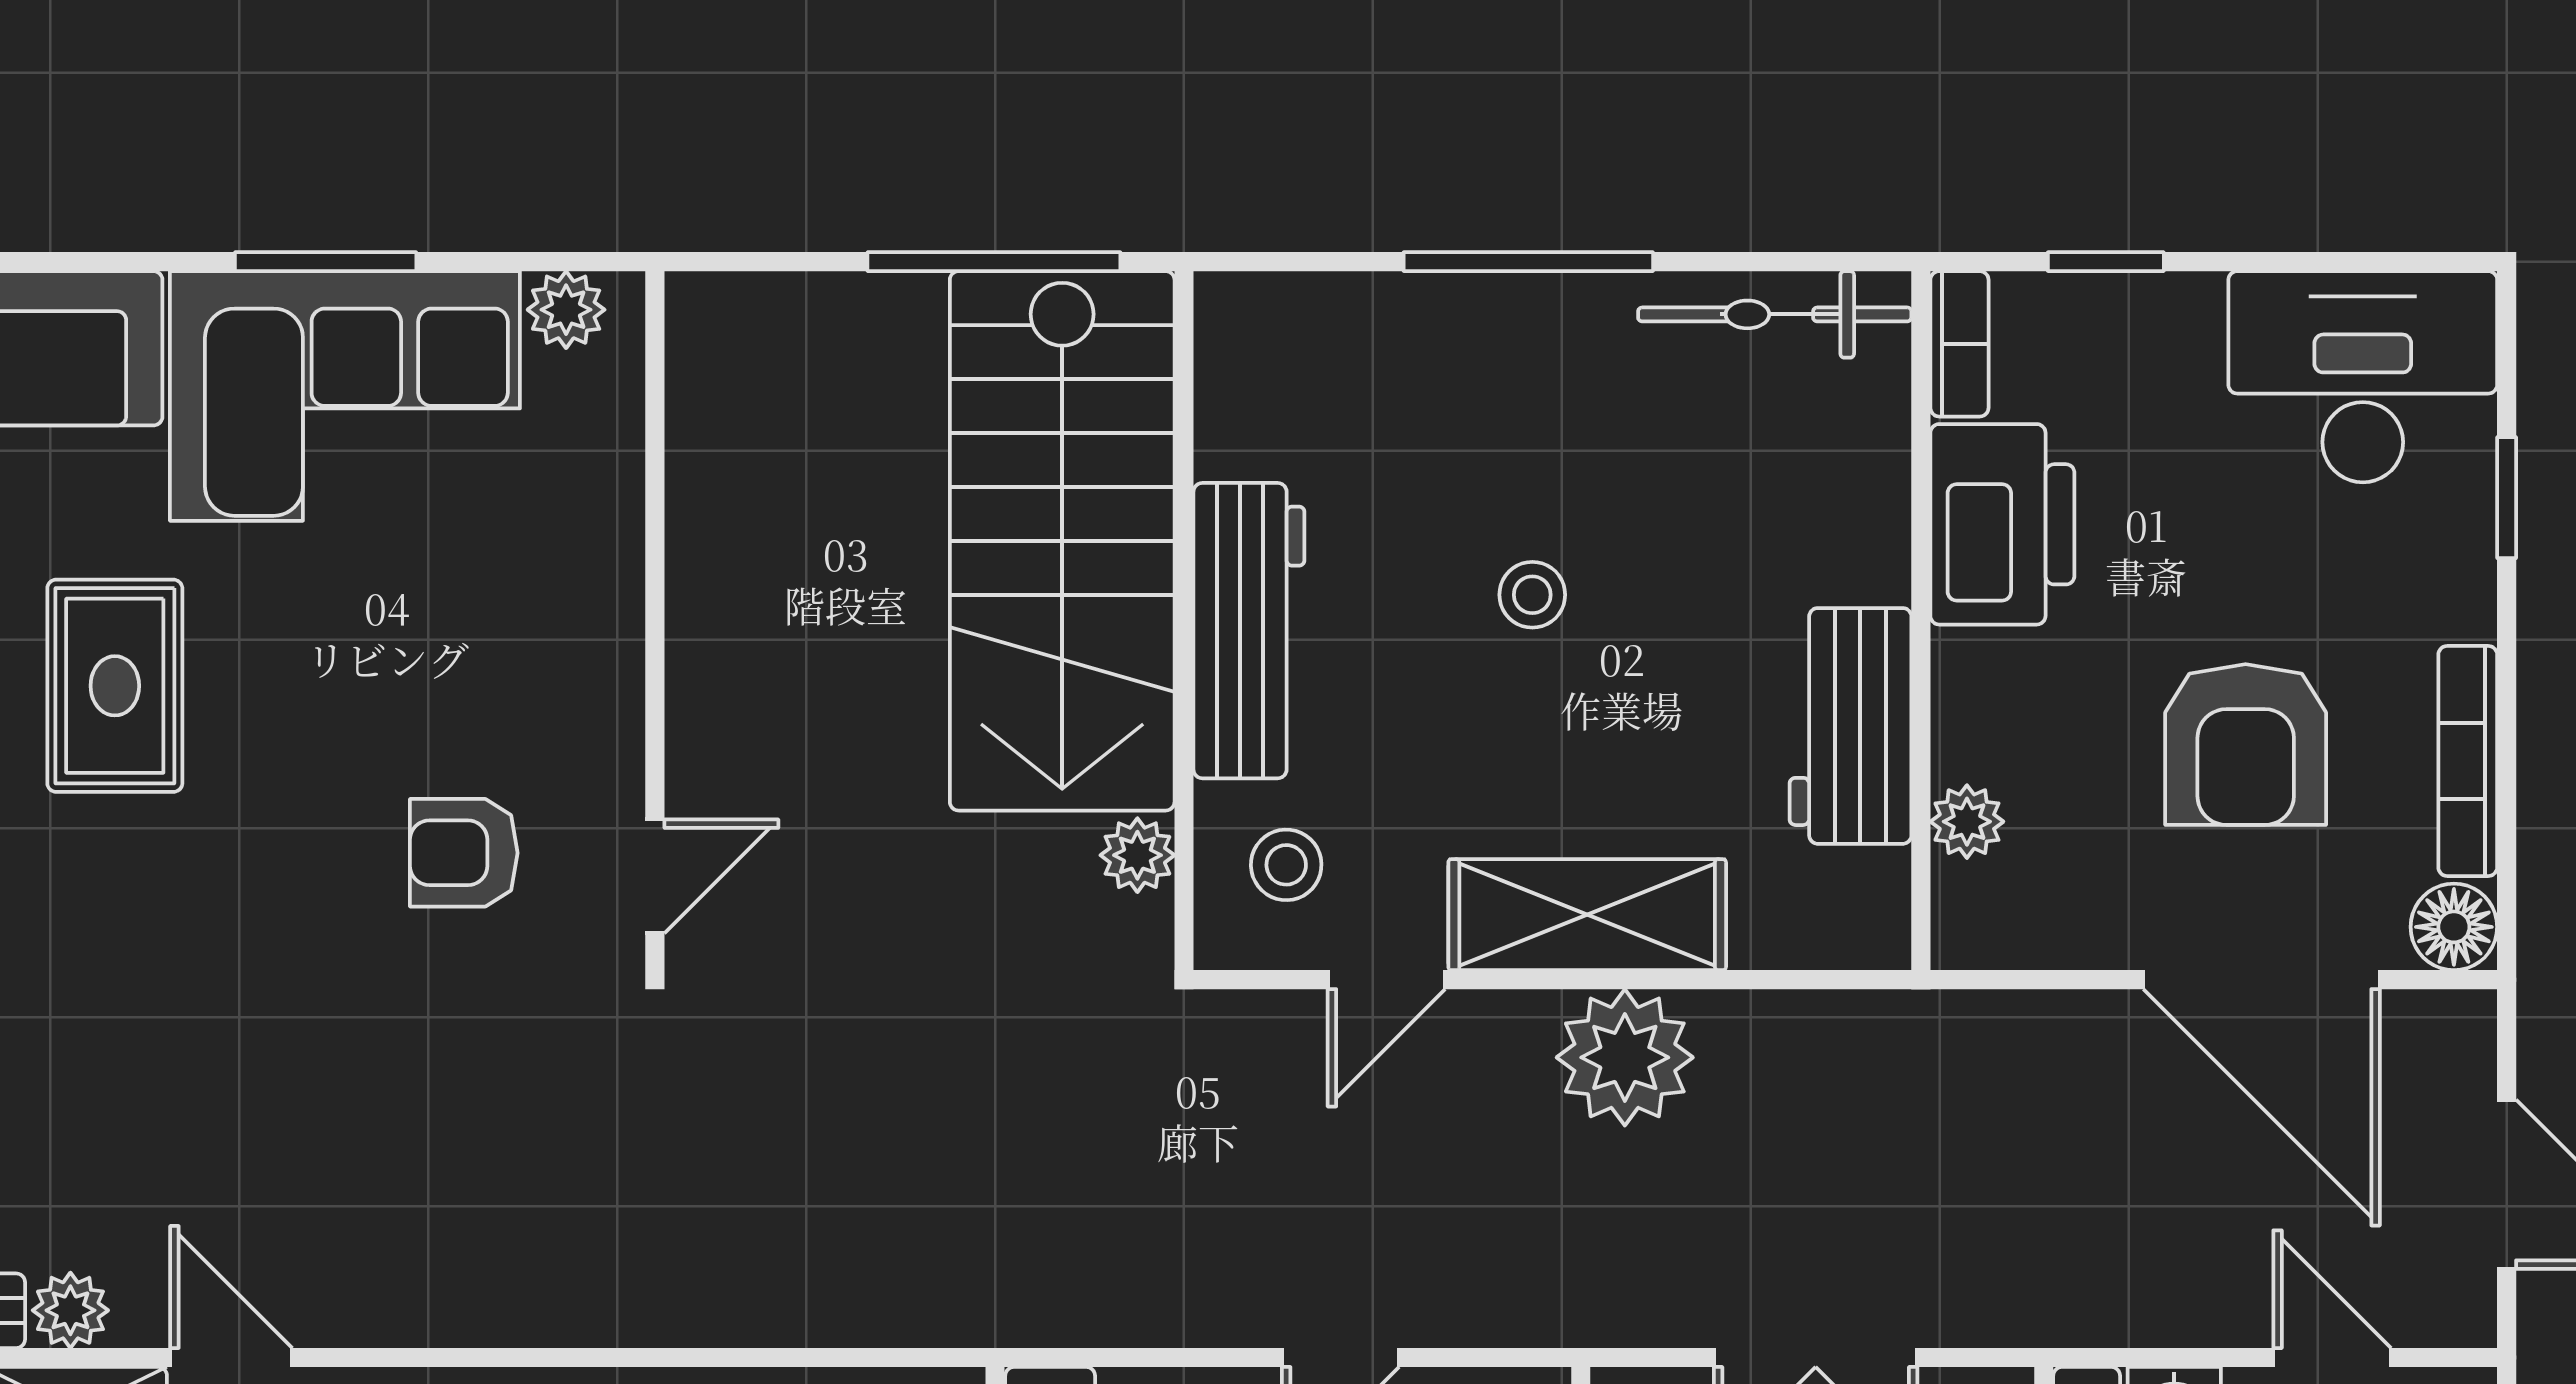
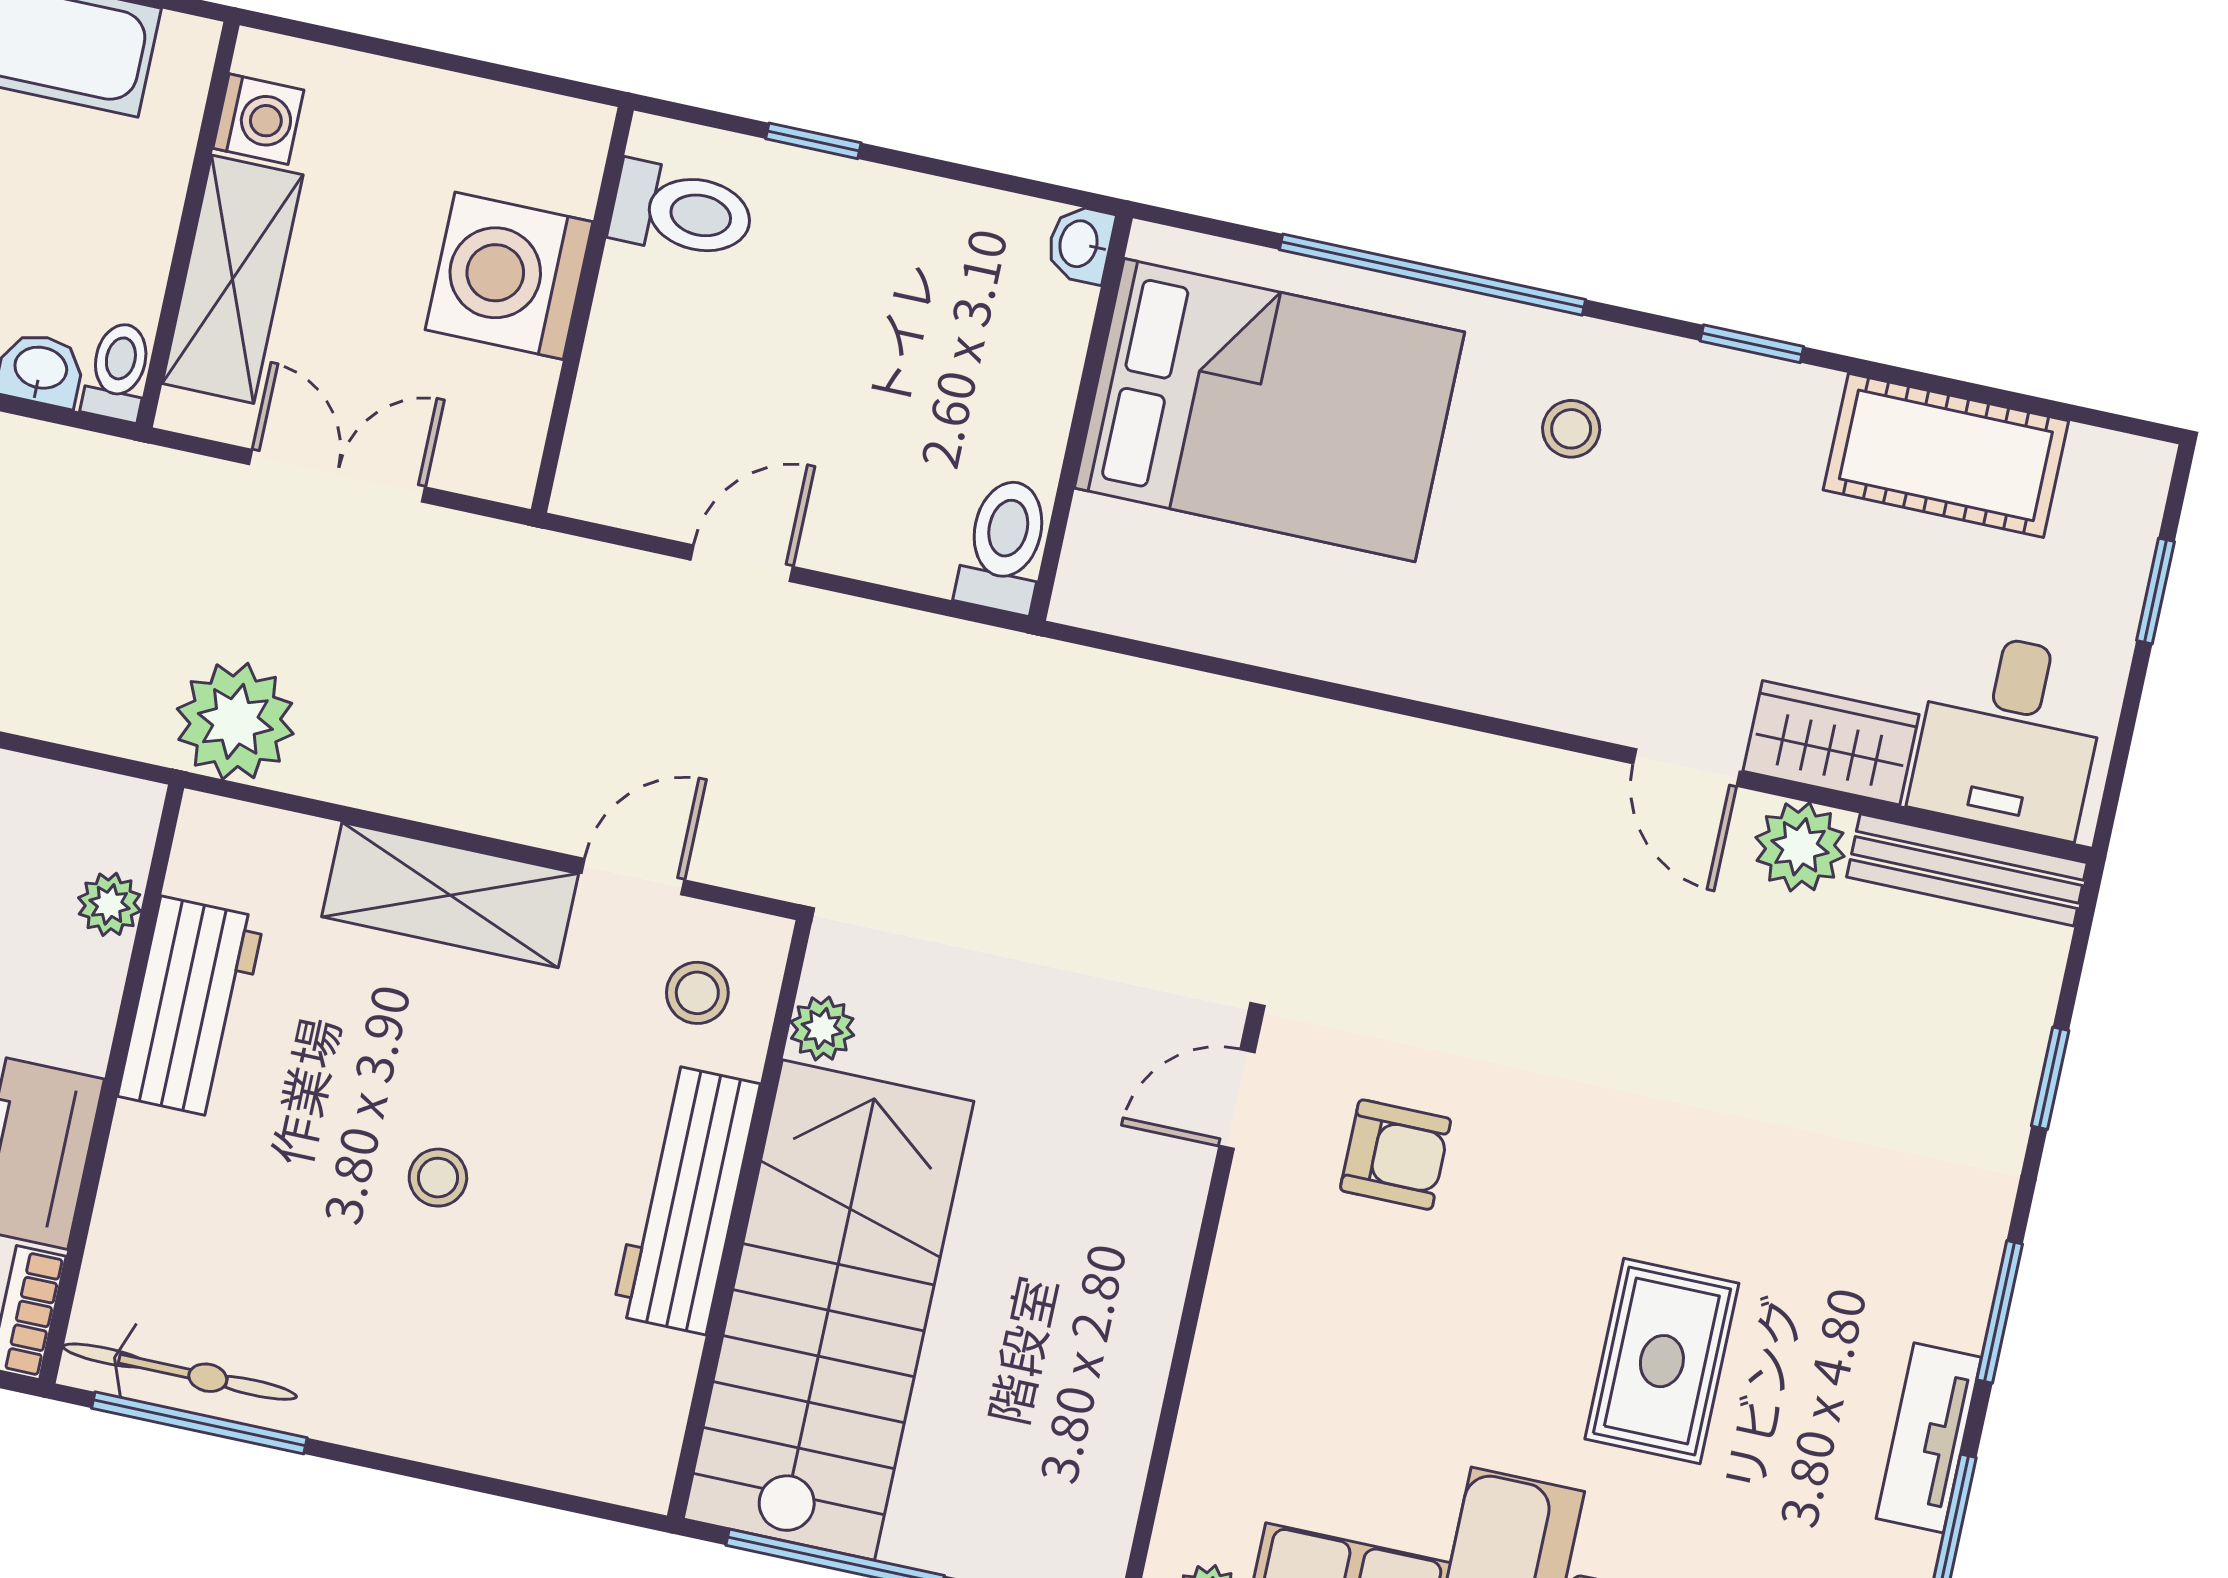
window: (1528, 262) -> (199, 1423), moved
plant: (1625, 1057) -> (235, 721), moved
plant: (70, 1310) -> (1800, 847), width x1.38, depth x1.38

